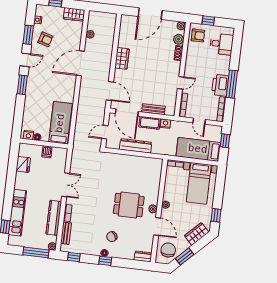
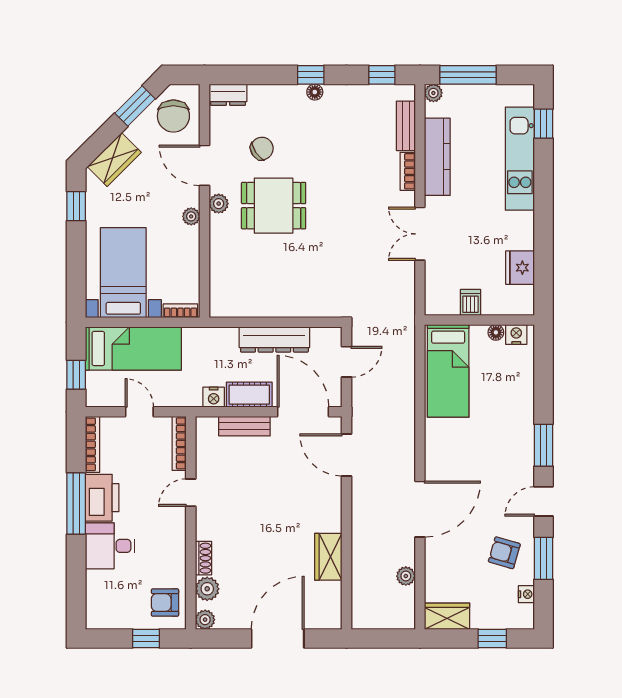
desk: (222, 44) -> (110, 546), moved
wardrobe: (122, 58) -> (328, 557), moved
chair: (112, 237) -> (262, 149), moved

